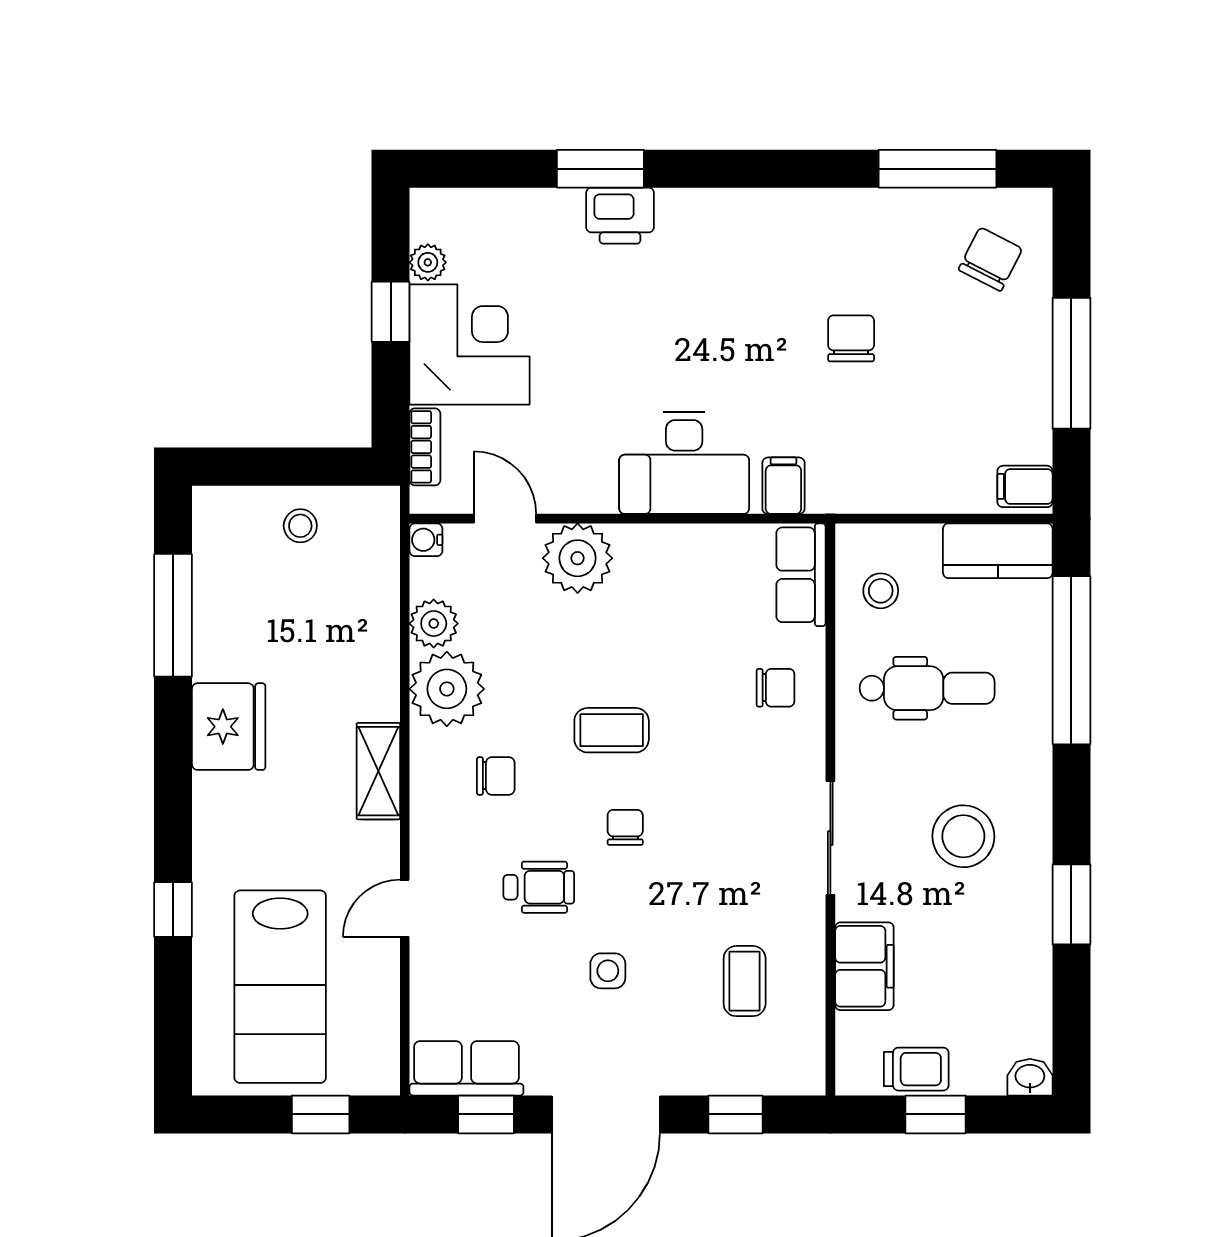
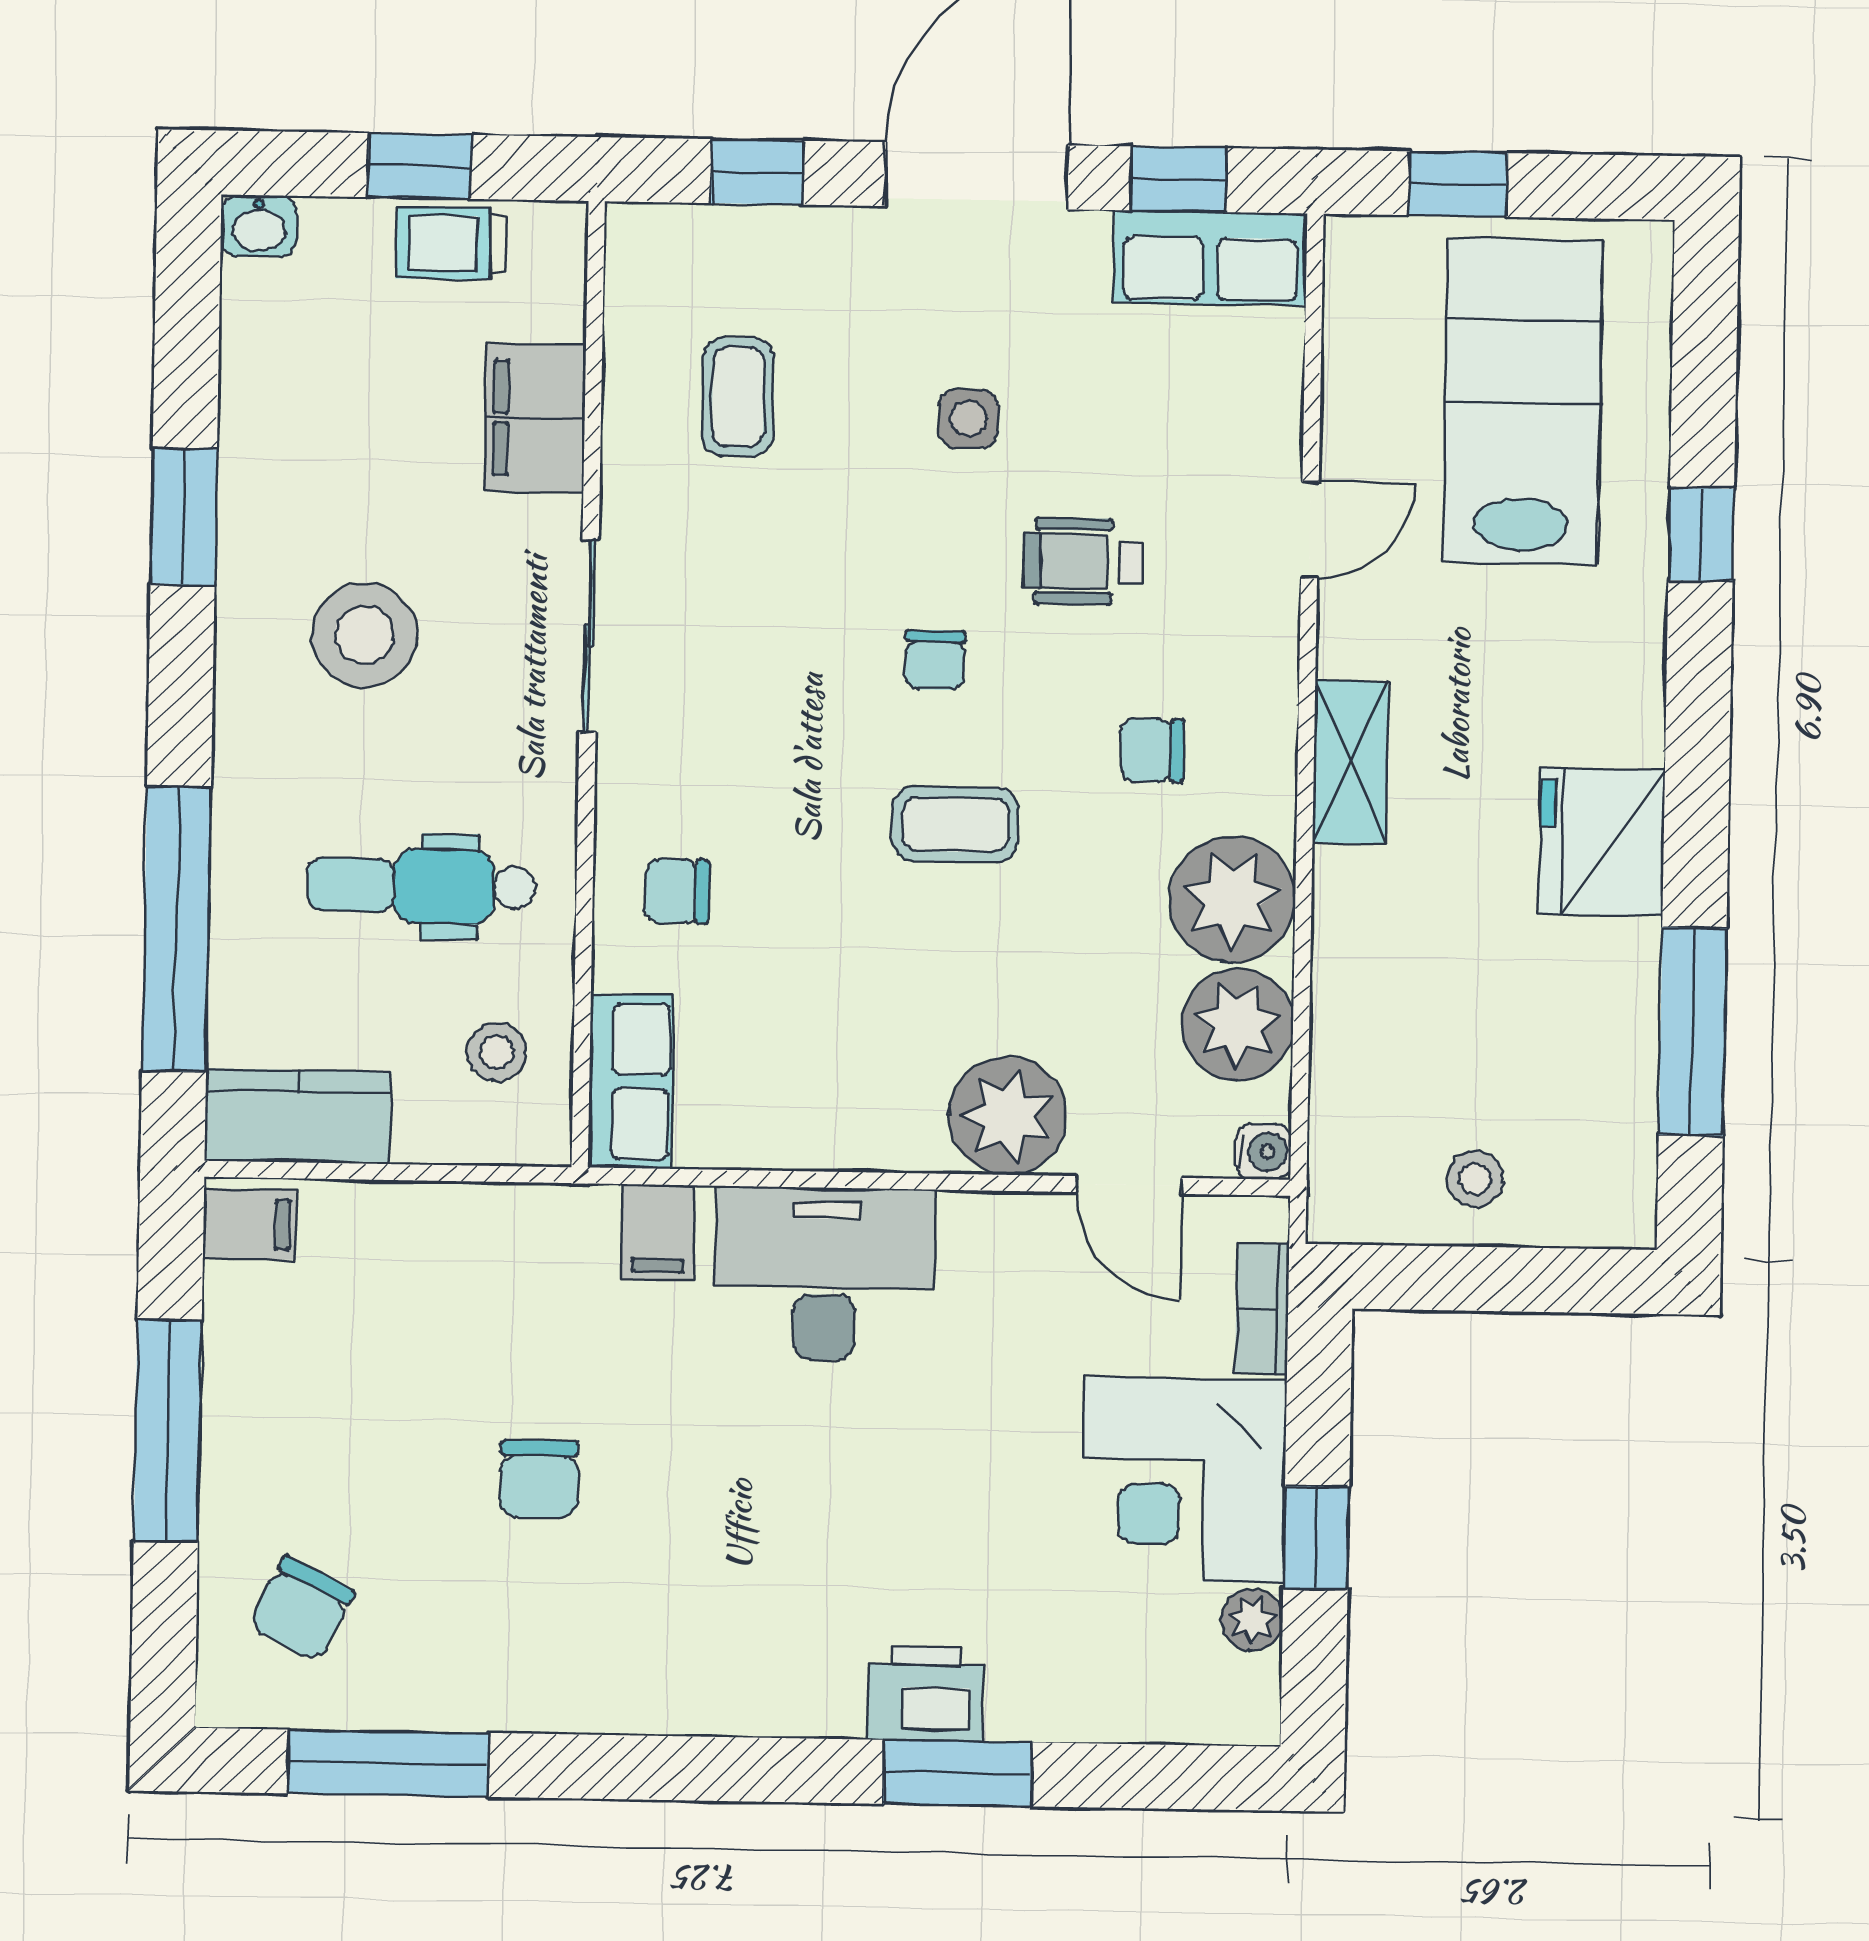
plant: (434, 624) -> (1237, 1025), width x1.36, depth x1.36

